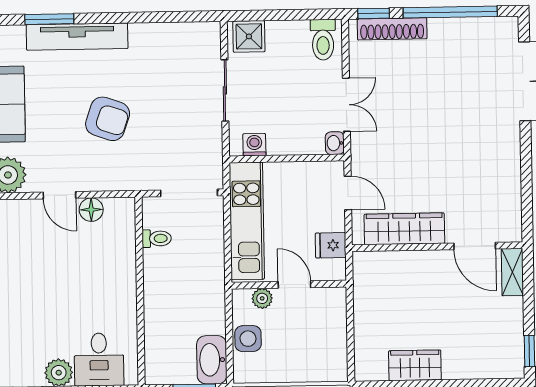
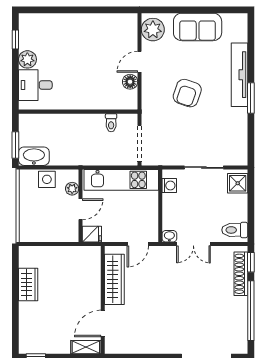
window: (49, 19) -> (251, 98), moved
fridge: (331, 245) -> (92, 234), moved, turned 90

